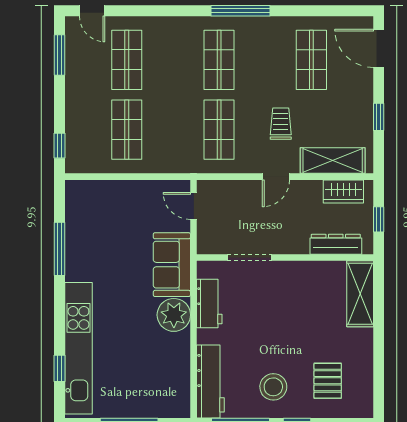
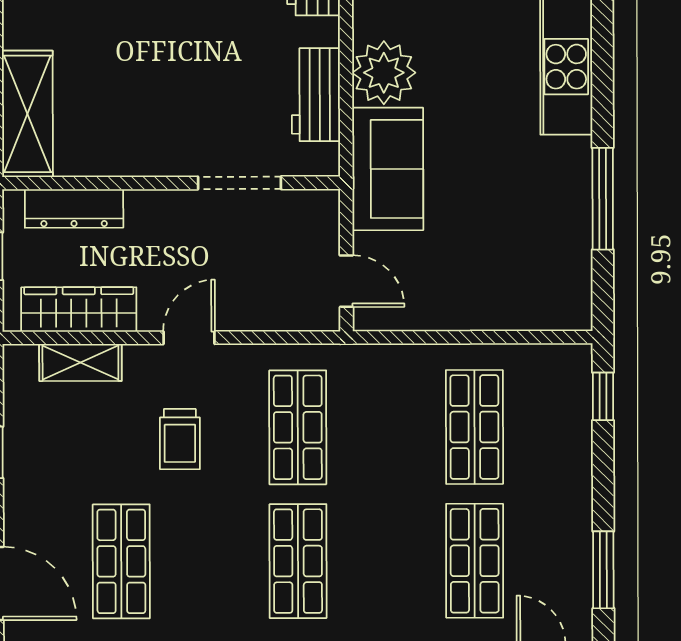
shelving: (333, 161) -> (80, 362), width x0.67, depth x0.75
wardrobe: (343, 191) -> (79, 309), width x1.50

